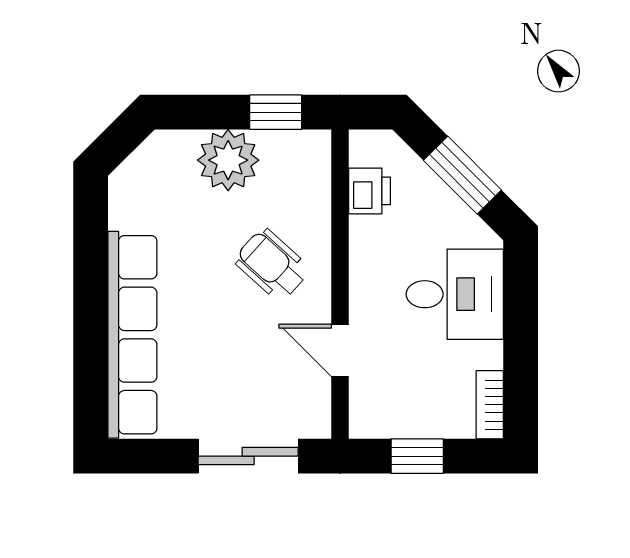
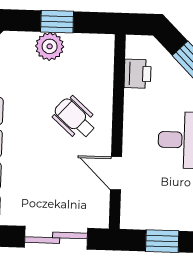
window: (276, 112) -> (57, 22), moved
plant: (228, 160) -> (50, 46), width x0.73, depth x0.73

